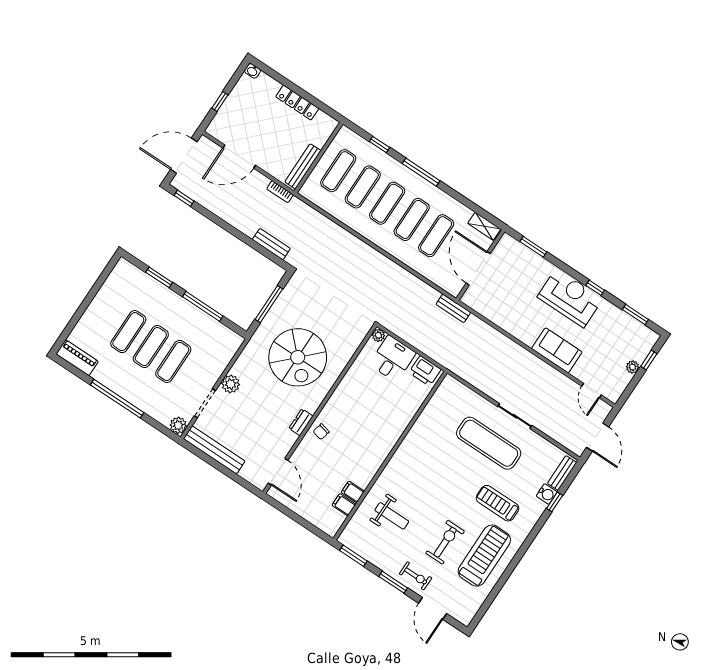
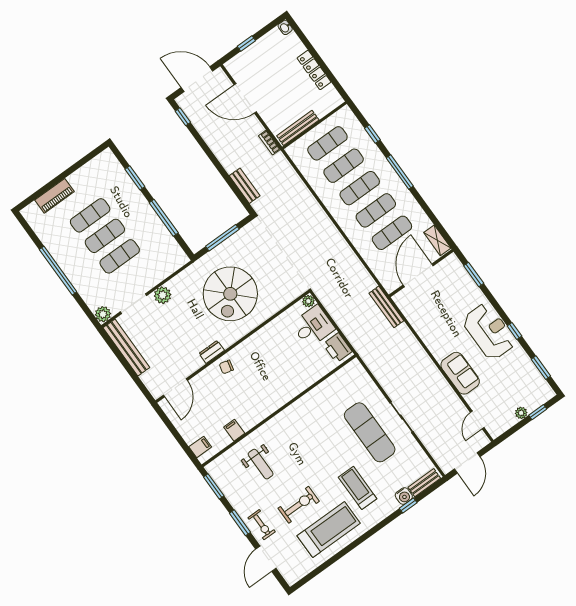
bench: (453, 308) -> (386, 307), width x1.36
piano: (77, 358) -> (54, 196), moved, turned 90
filing cabinet: (344, 505) -> (200, 447), moved, turned 90

